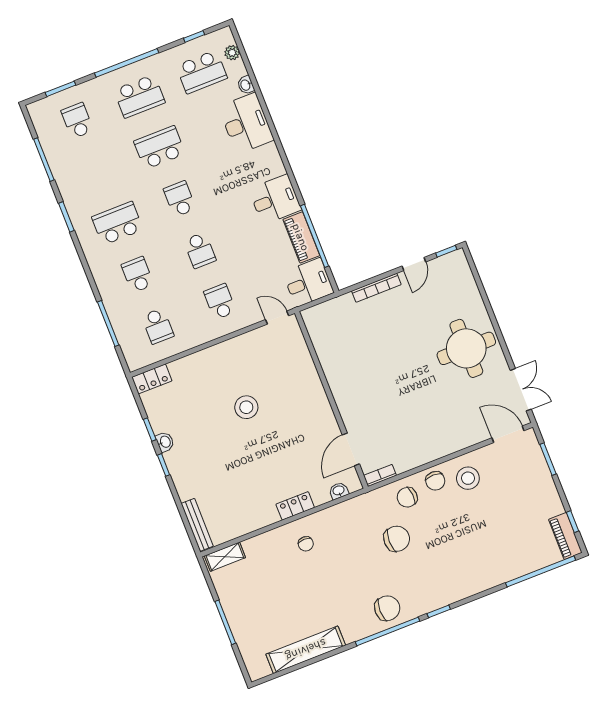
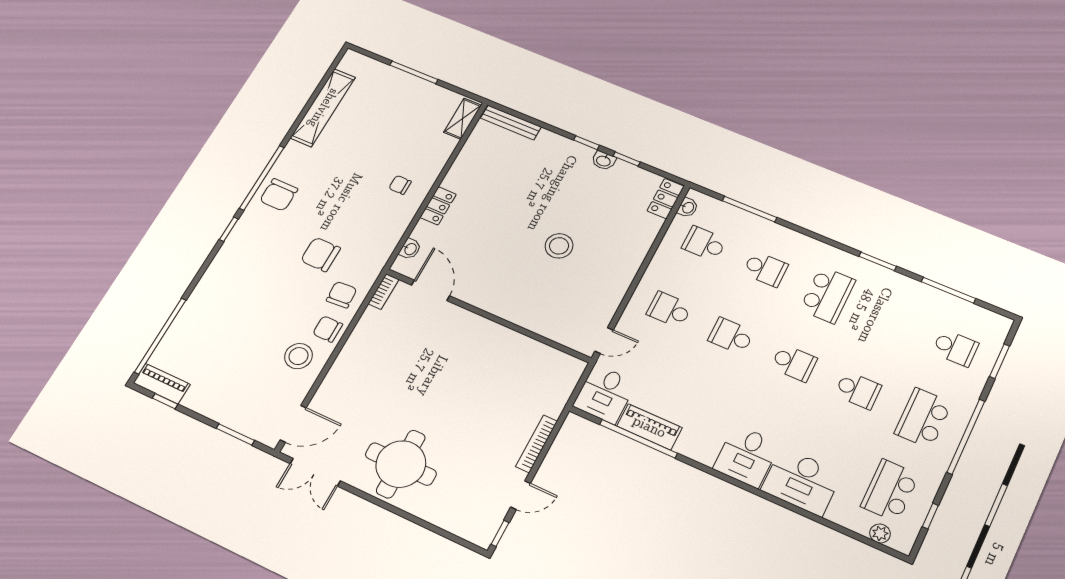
washbasin: (246, 85) -> (688, 208), moved, turned 90
school desk: (160, 148) -> (858, 390), width x0.54
desk: (275, 199) -> (746, 456), moved
door: (414, 264) -> (521, 495), swing flipped
school desk: (220, 302) -> (669, 310), turned 180
chair: (397, 539) -> (321, 254), turned 90

